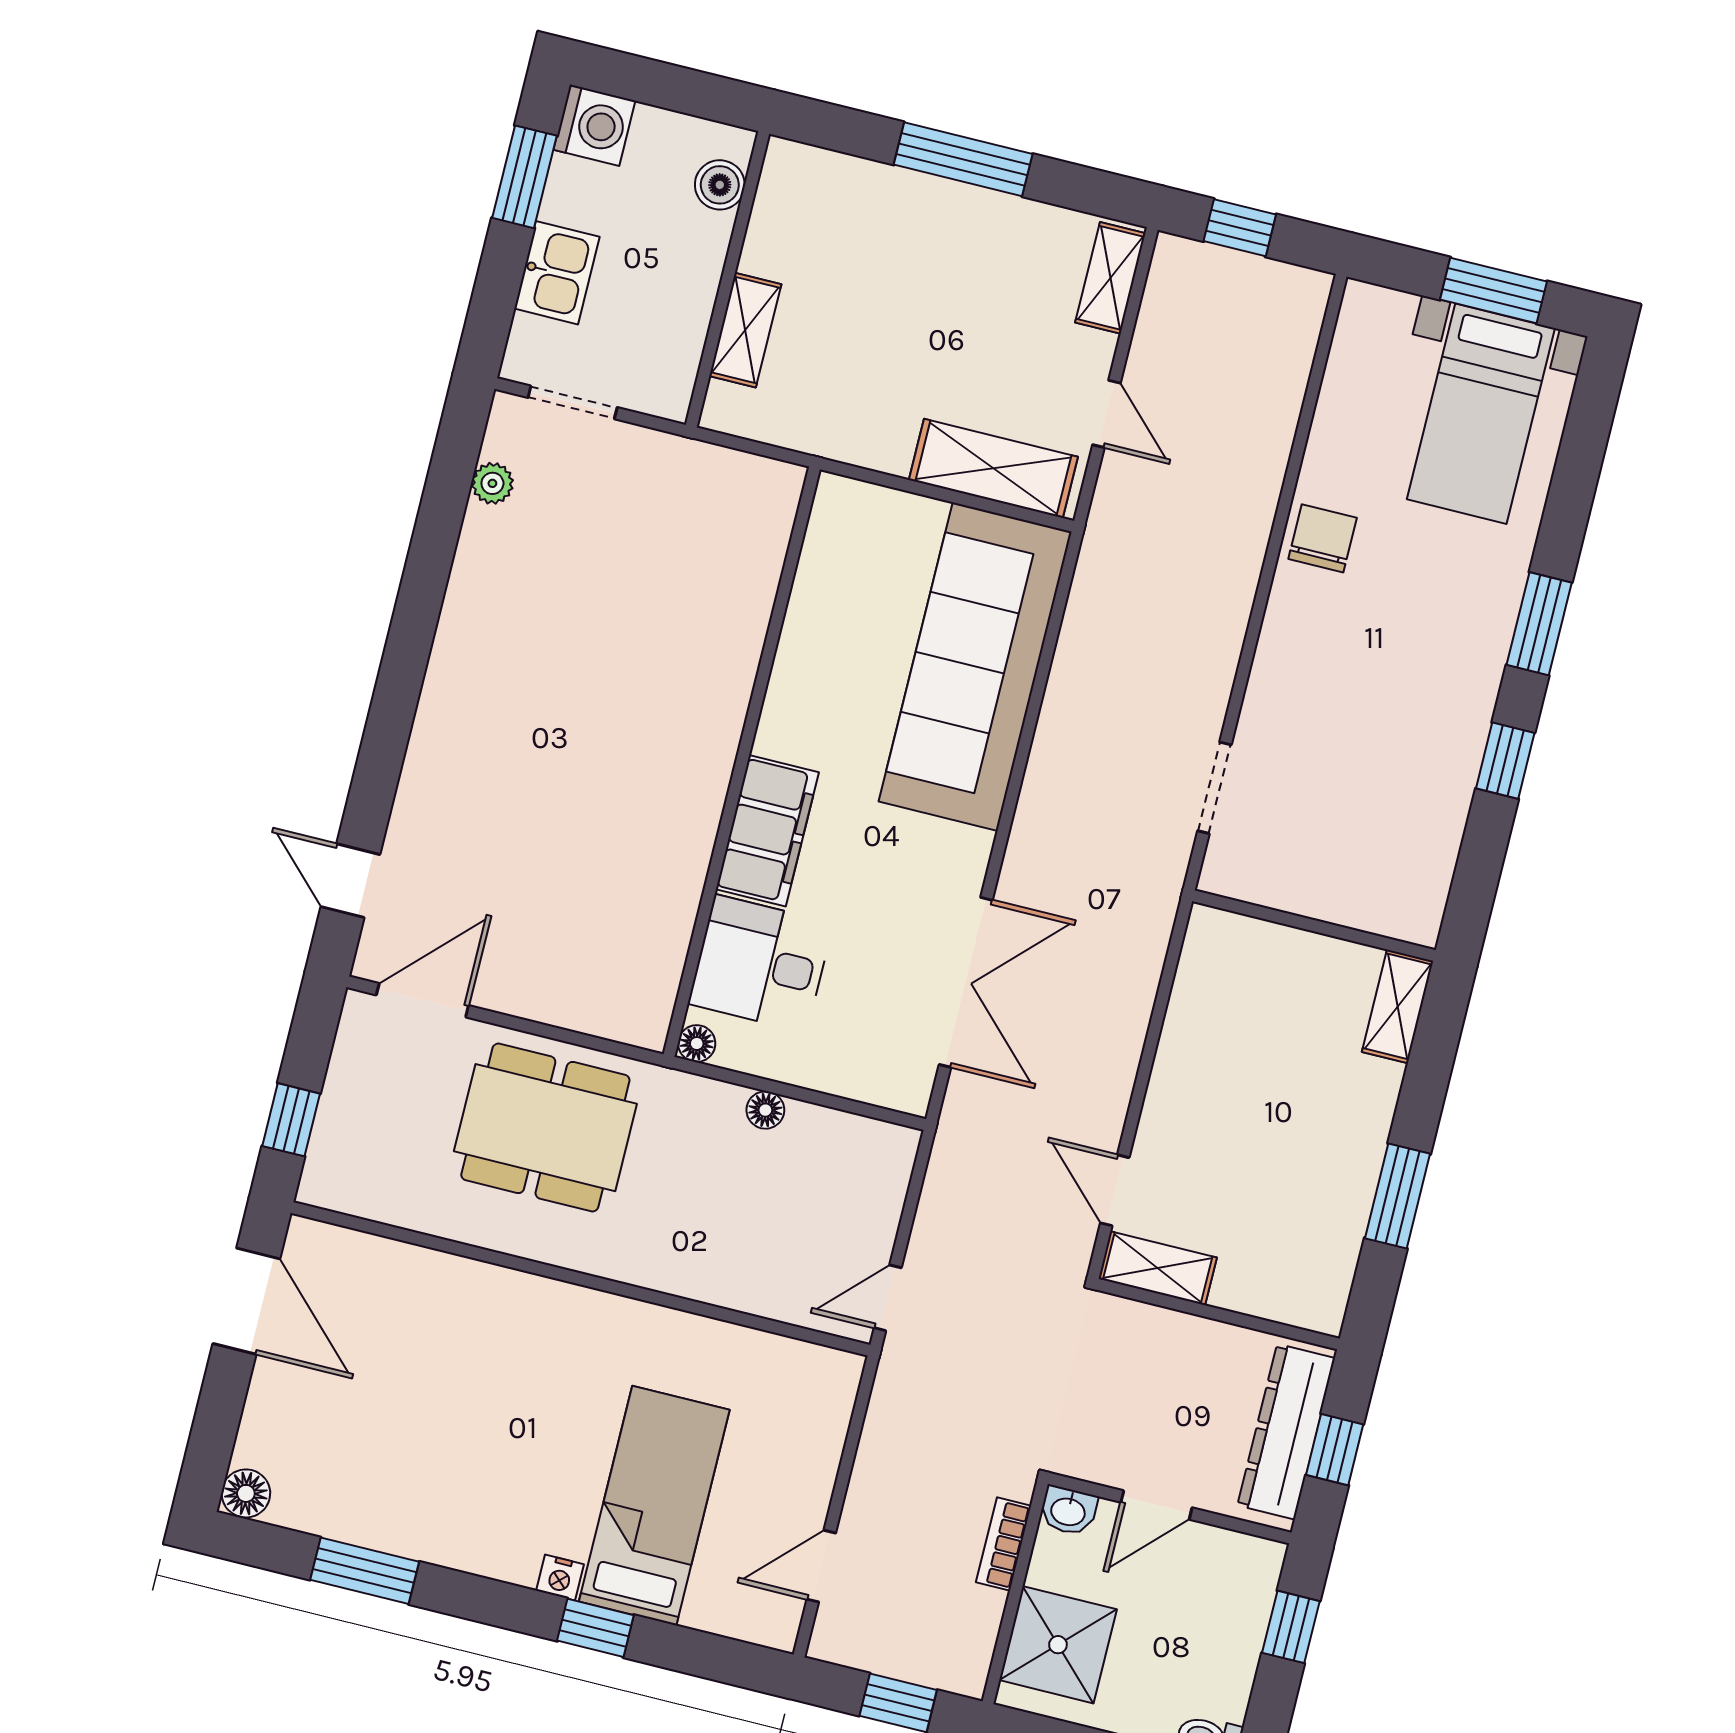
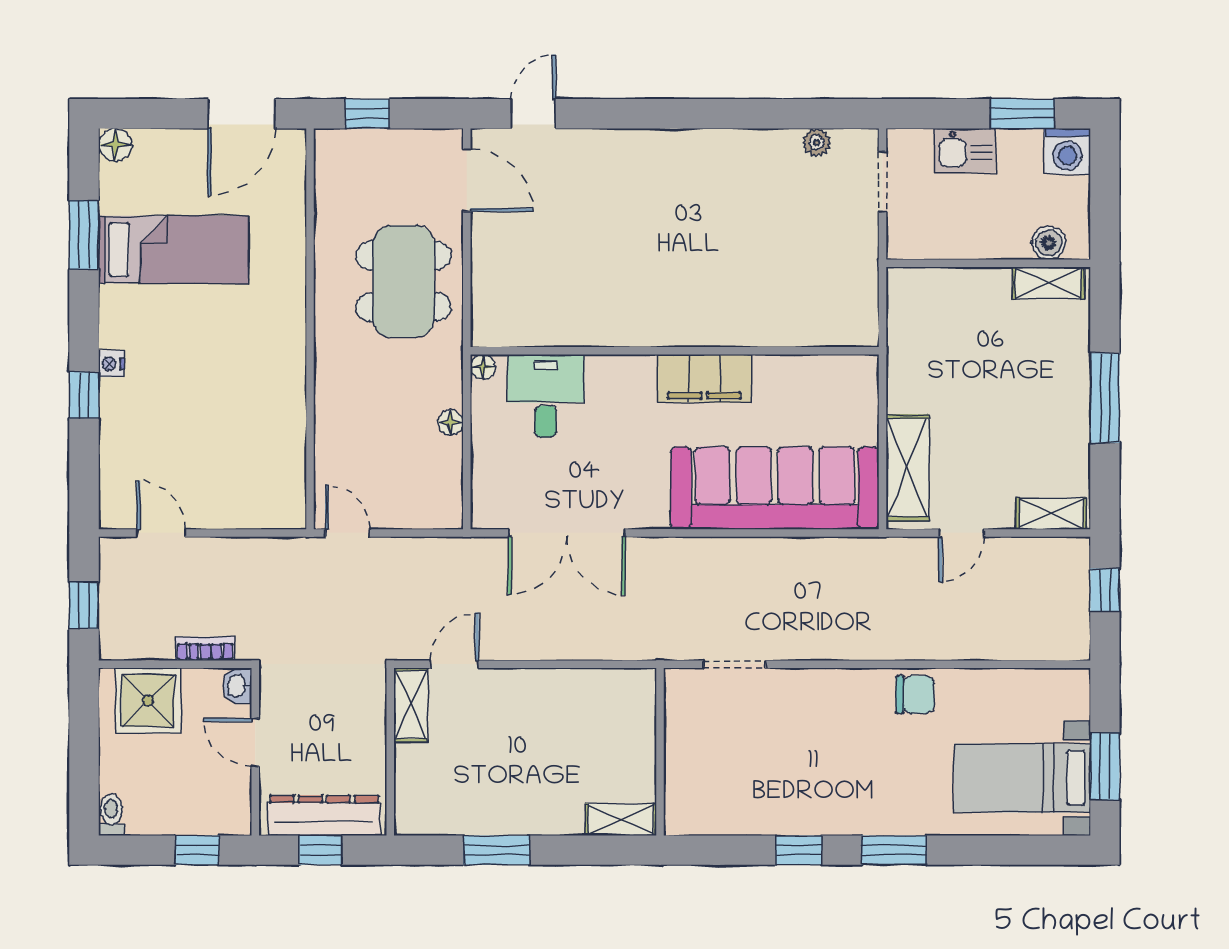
shelving: (745, 330) -> (1048, 283), moved
filing cabinet: (767, 831) -> (704, 379), moved
bed: (654, 1506) -> (174, 250), moved

